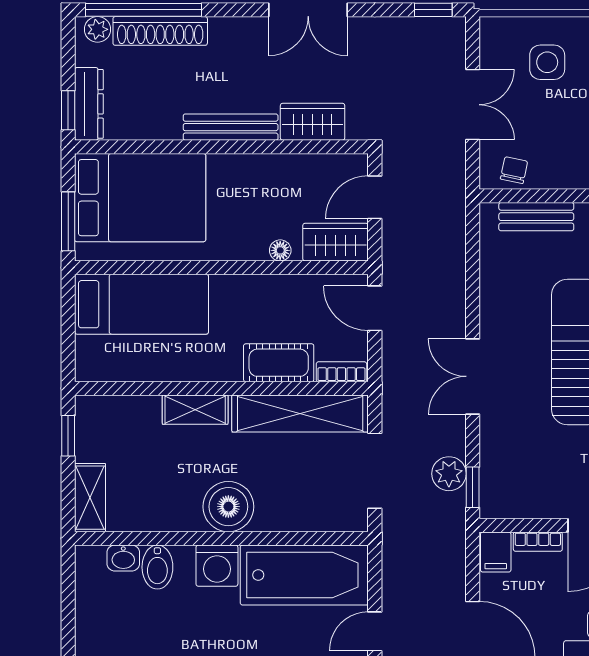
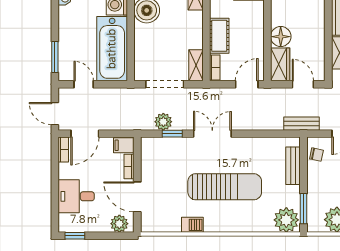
bench: (453, 200) -> (301, 124), added
floor lamp: (280, 250) -> (281, 37), width x1.89, depth x1.89
shelving: (300, 413) -> (196, 65), width x0.45, depth x0.75
window: (473, 487) -> (172, 134), moved

